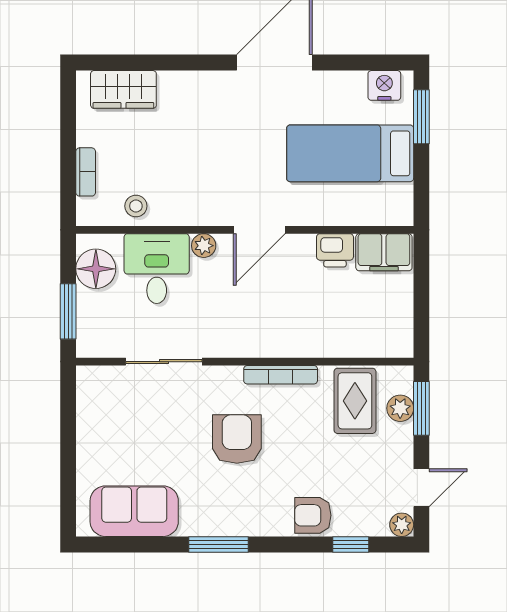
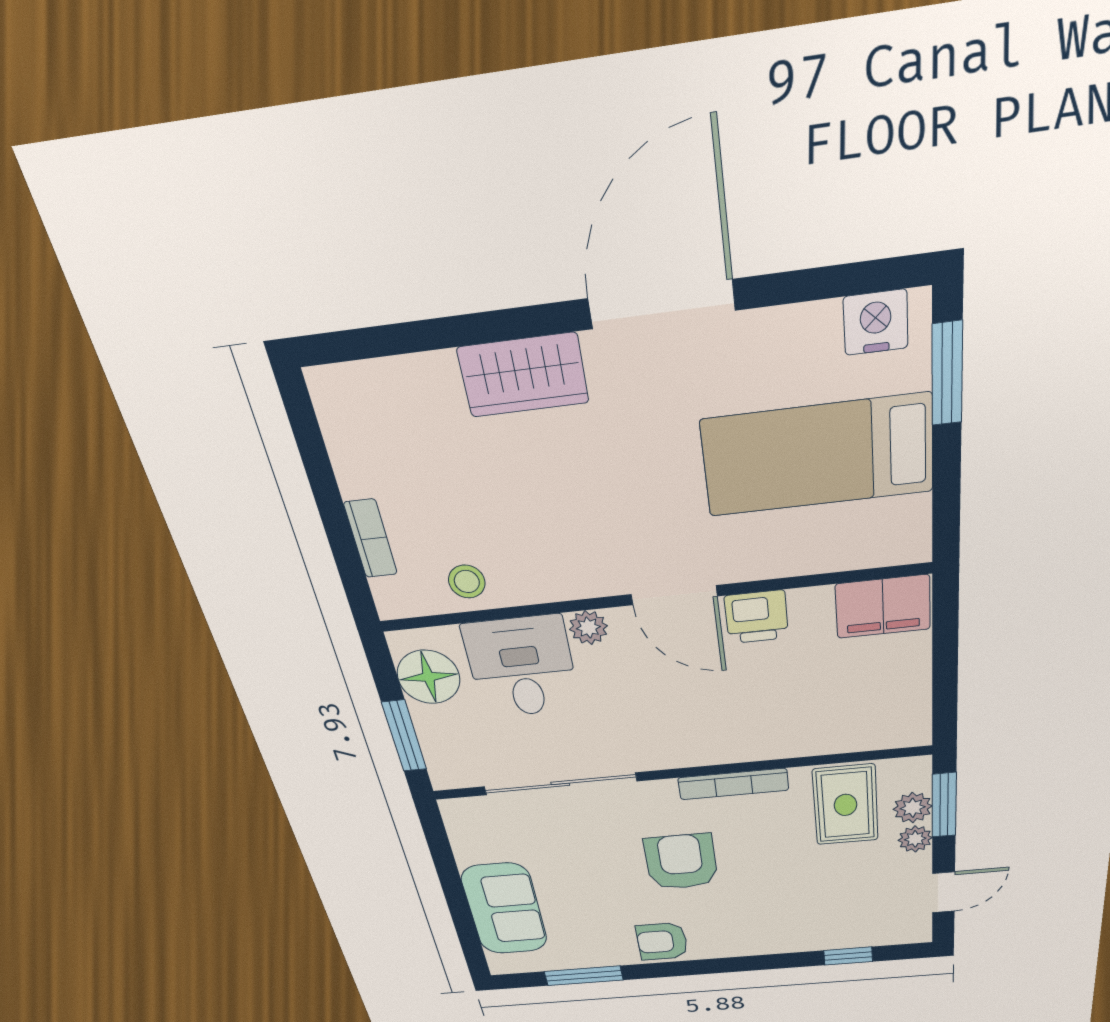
wardrobe: (123, 89) -> (523, 375), moved
door: (259, 230) -> (674, 595), hinge flipped
printer: (335, 250) -> (756, 617), moved
sliding door: (164, 362) -> (560, 784), width x1.37
sofa: (134, 511) -> (505, 909), moved, turned 90
armchair: (313, 515) -> (662, 941), moved
plant: (402, 525) -> (915, 839), moved
window: (218, 544) -> (584, 976), moved

